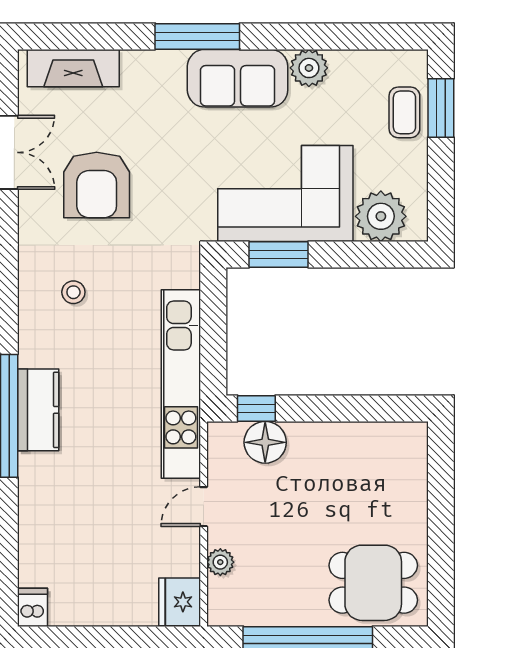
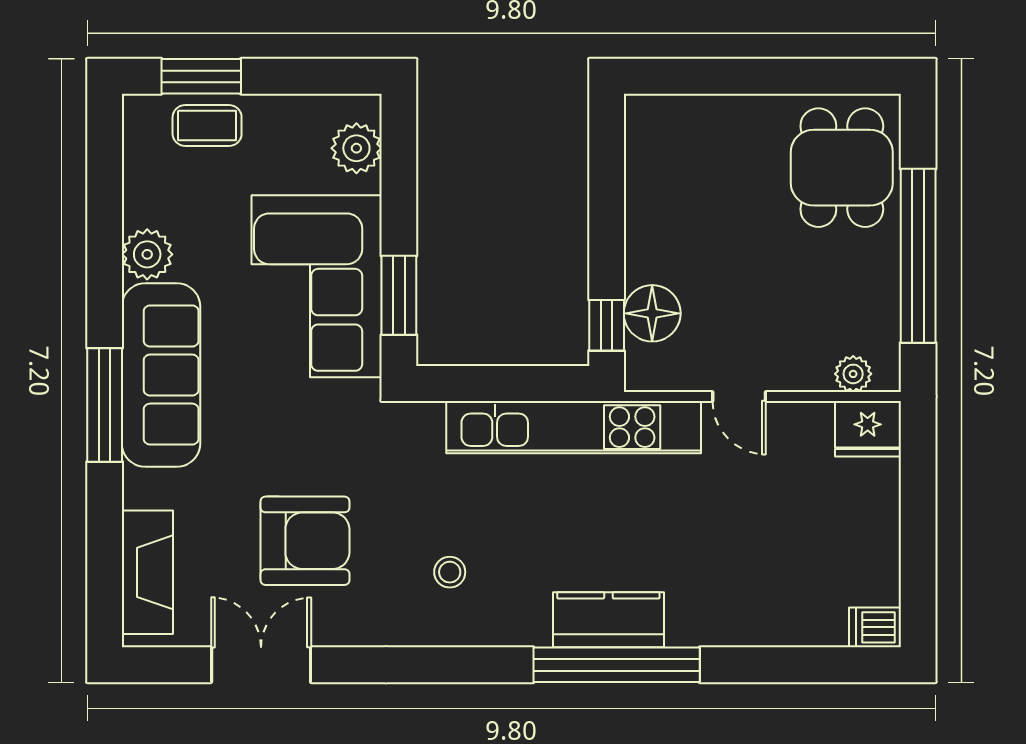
sofa: (238, 78) -> (161, 375), width x1.36
plant: (381, 216) -> (356, 148), width x0.73, depth x0.73
plant: (220, 562) -> (853, 374), moved

